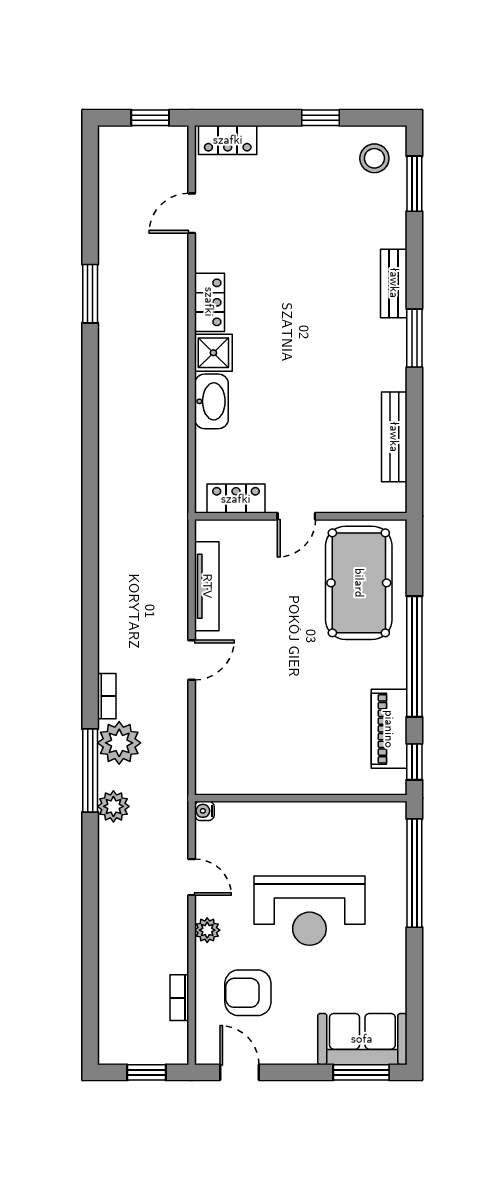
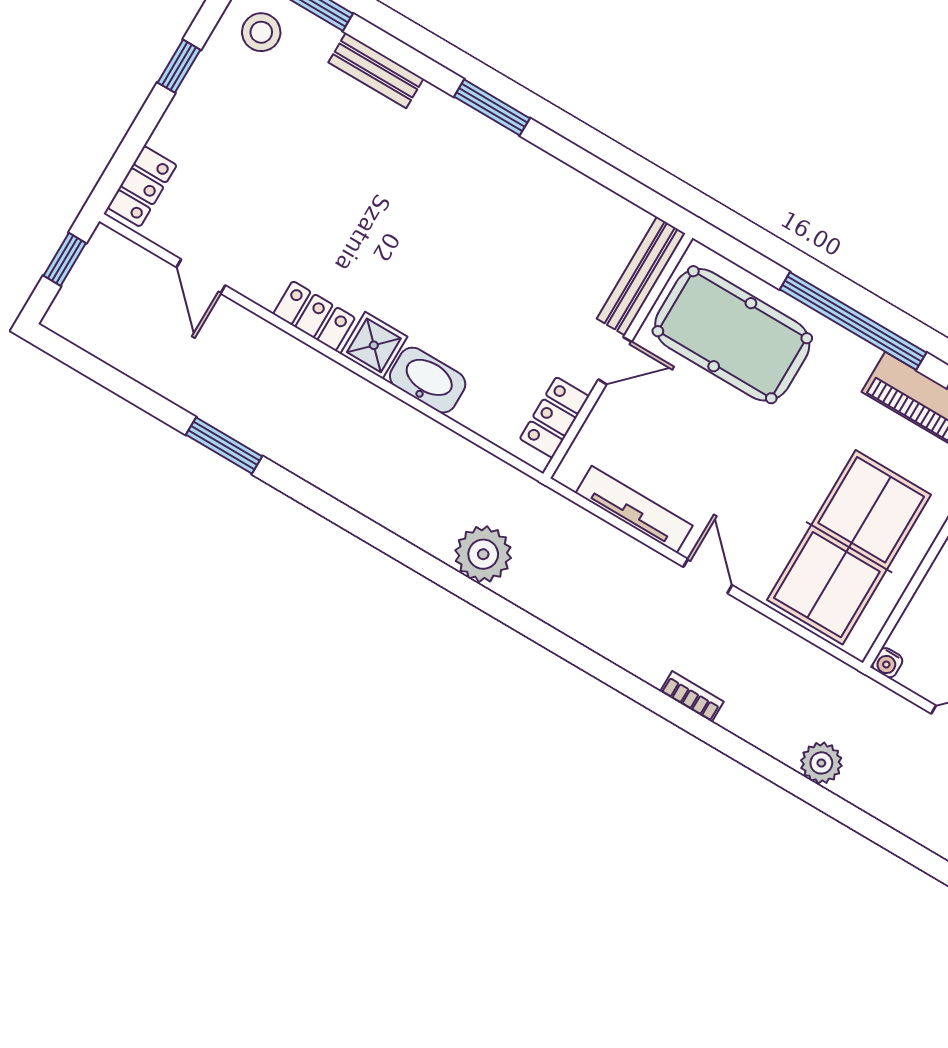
bench: (394, 283) -> (376, 71), moved
bench: (394, 437) -> (641, 276), moved, turned 90
door: (296, 516) -> (615, 361), hinge flipped
table tennis table: (265, 741) -> (849, 547), added
plant: (119, 743) -> (483, 554), moved
window: (90, 770) -> (765, 765), removed

